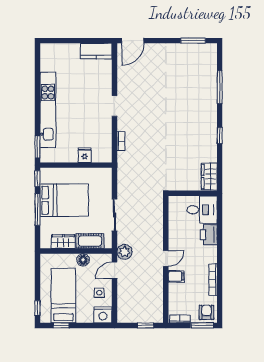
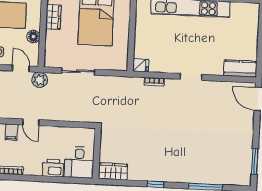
kitchen counter: (96, 51) -> (240, 68), moved, turned 90
fridge: (85, 155) -> (141, 65), moved
cot: (90, 241) -> (53, 45), removed

